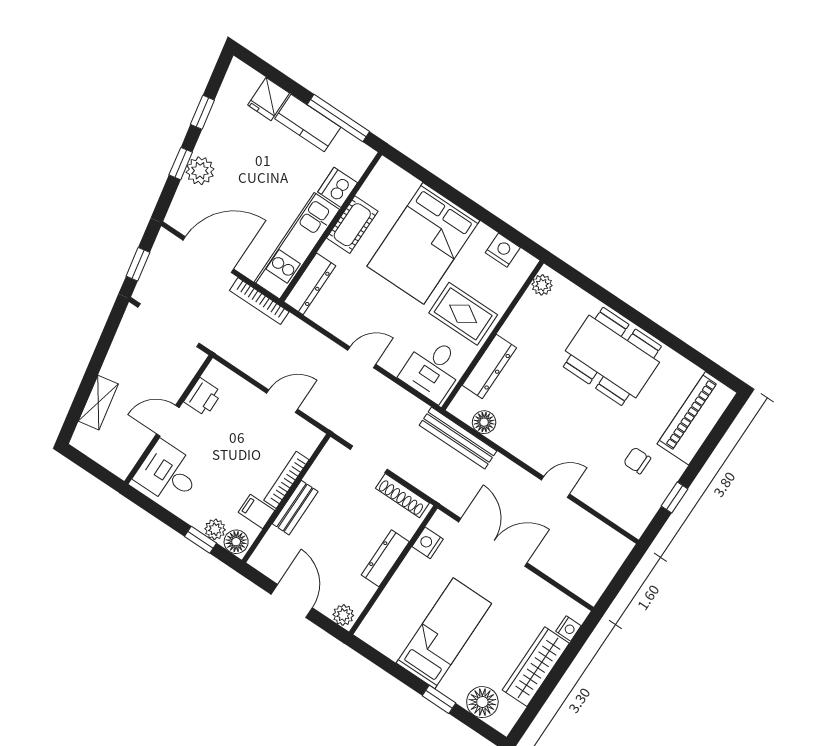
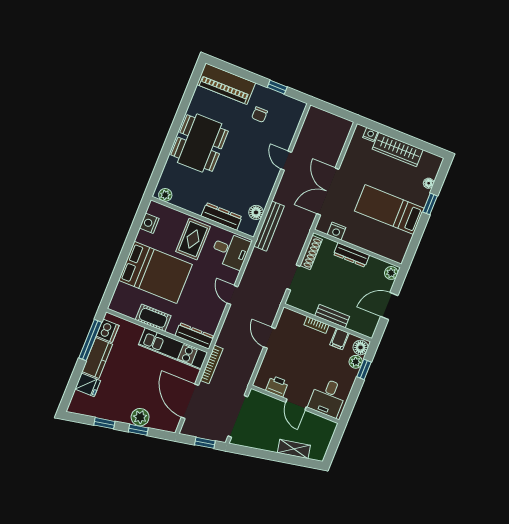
dishwasher: (338, 187) -> (108, 331), moved, turned -90
bookcase: (286, 480) -> (317, 325), width x0.64
floor lamp: (482, 702) -> (429, 183), width x0.53, depth x0.53

